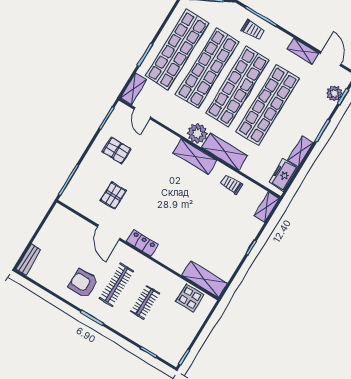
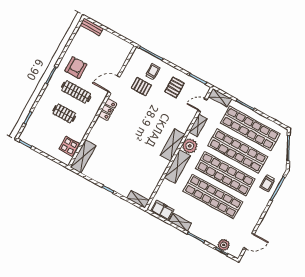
shelving: (303, 51) -> (198, 125), moved
trolley: (231, 184) -> (153, 72), moved

